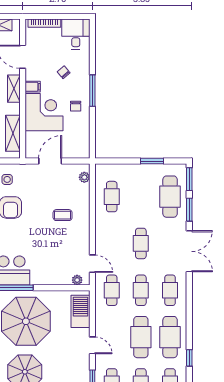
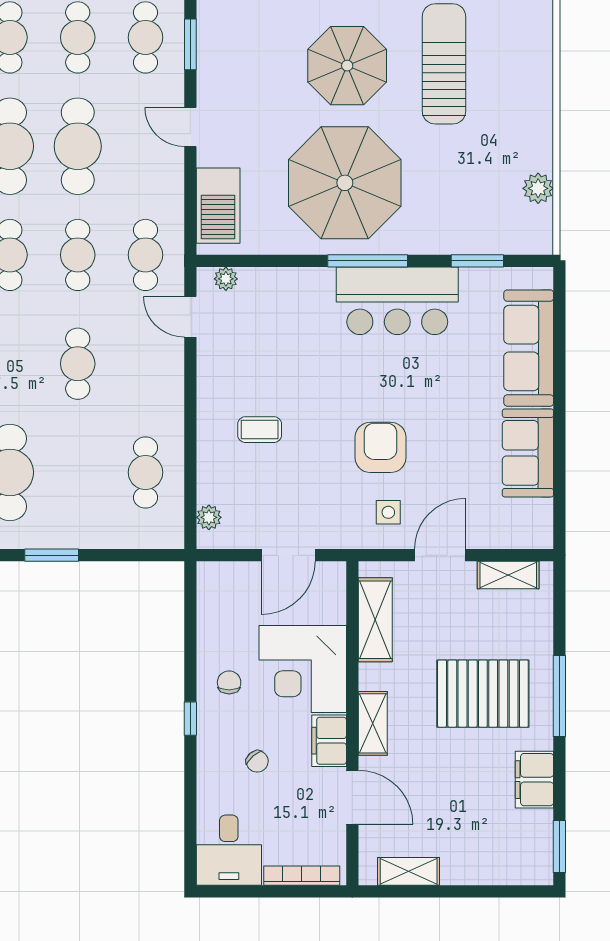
filing cabinet: (33, 87) -> (329, 741), width x2.00
window: (92, 91) -> (190, 719), width x0.46

